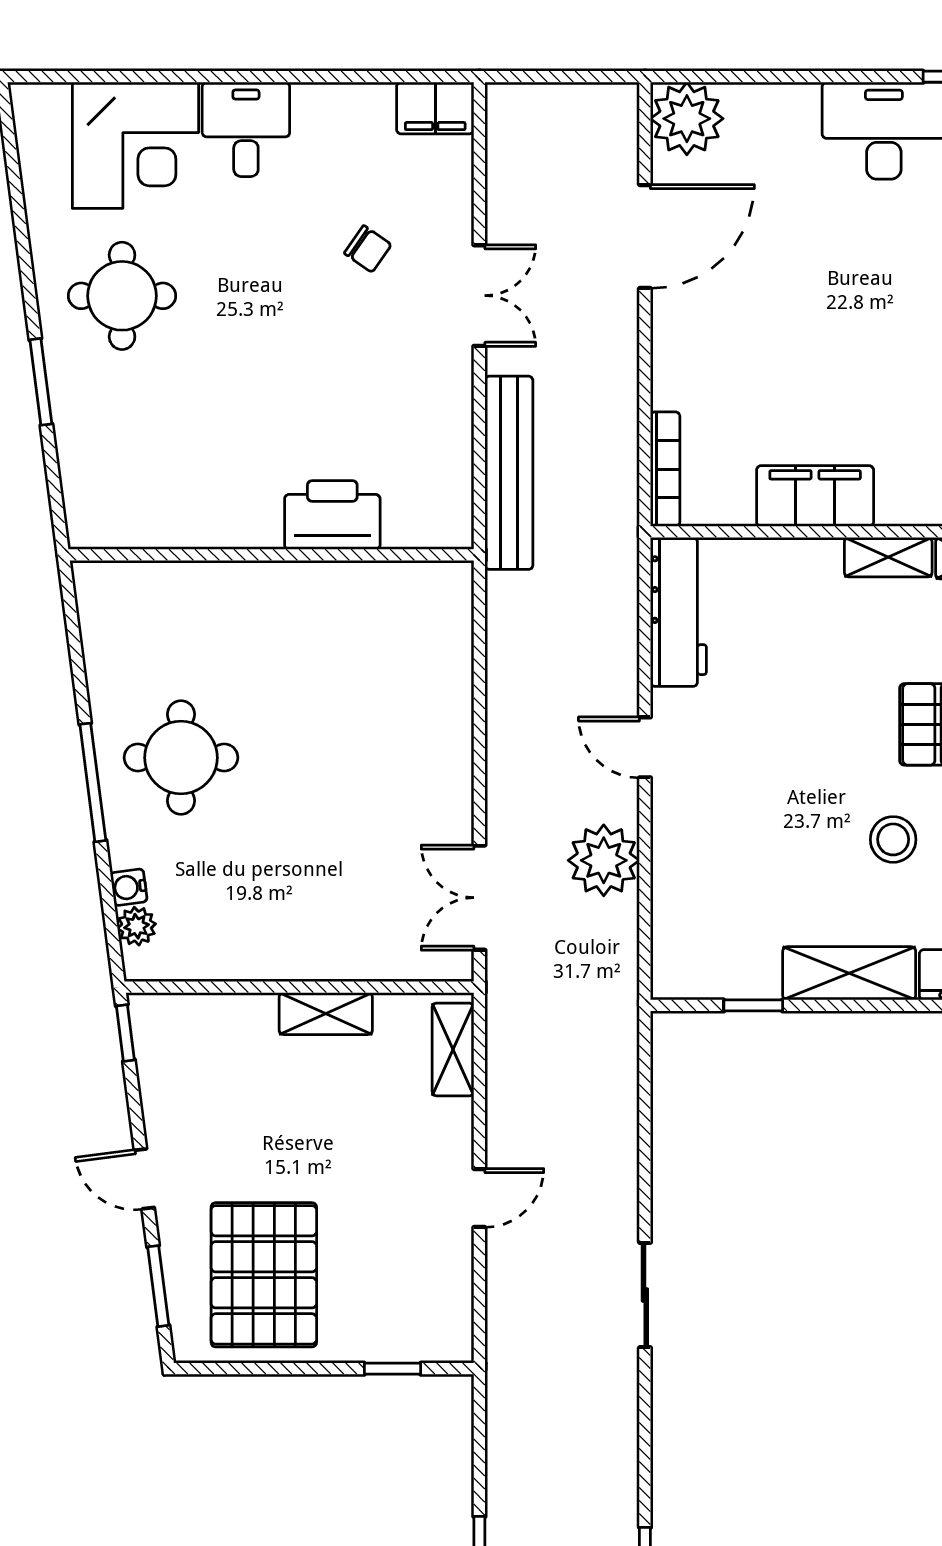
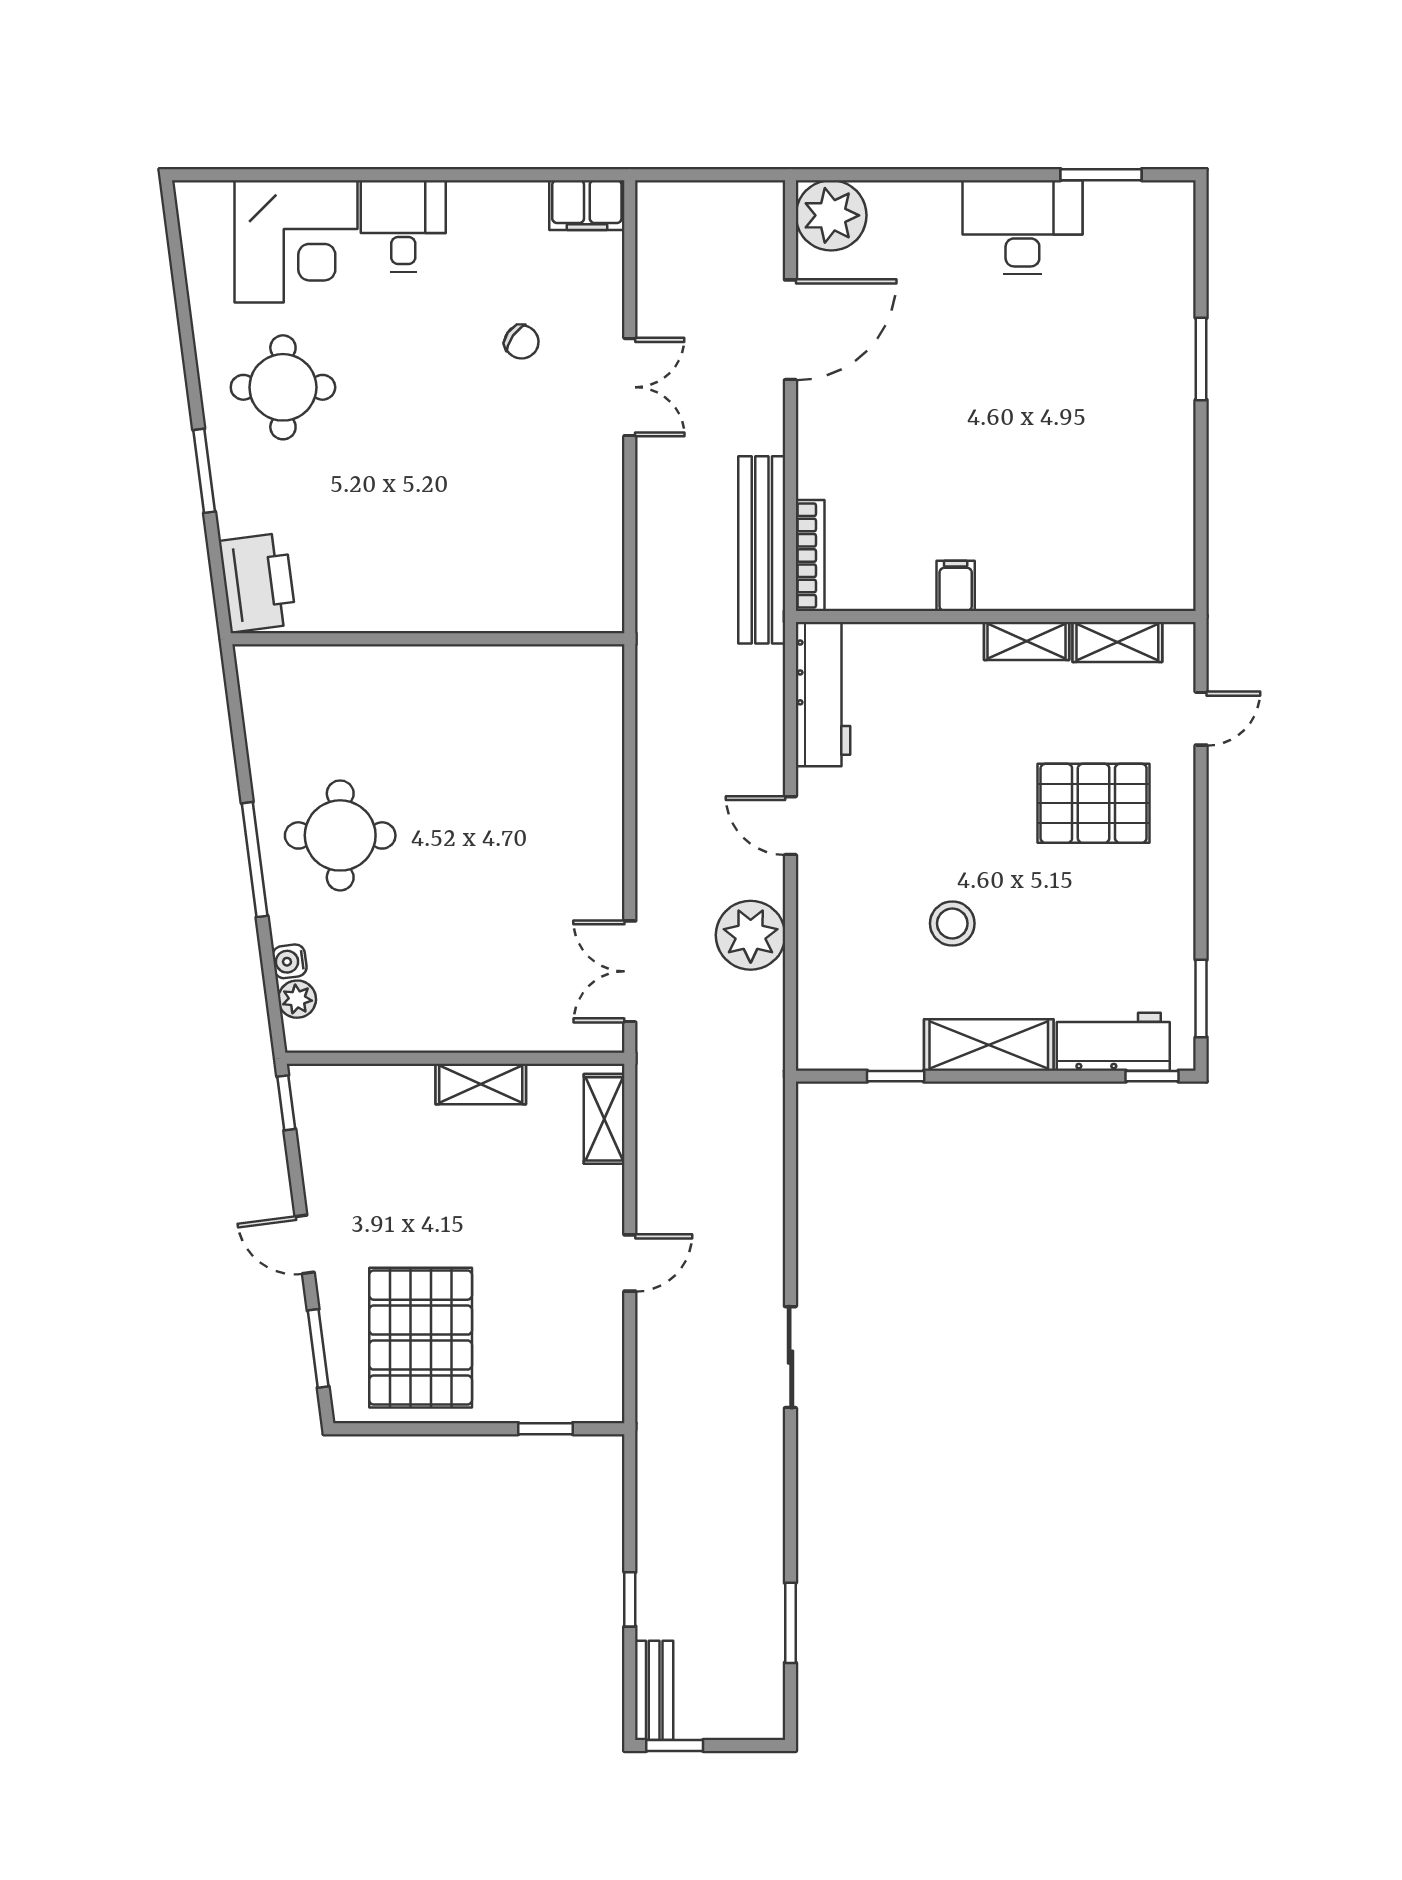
bench: (509, 473) -> (762, 550), moved
filing cabinet: (815, 496) -> (956, 586), width x0.33, depth x0.86
printer: (332, 515) -> (258, 582), moved, turned 83
stool: (893, 839) -> (952, 923), moved

